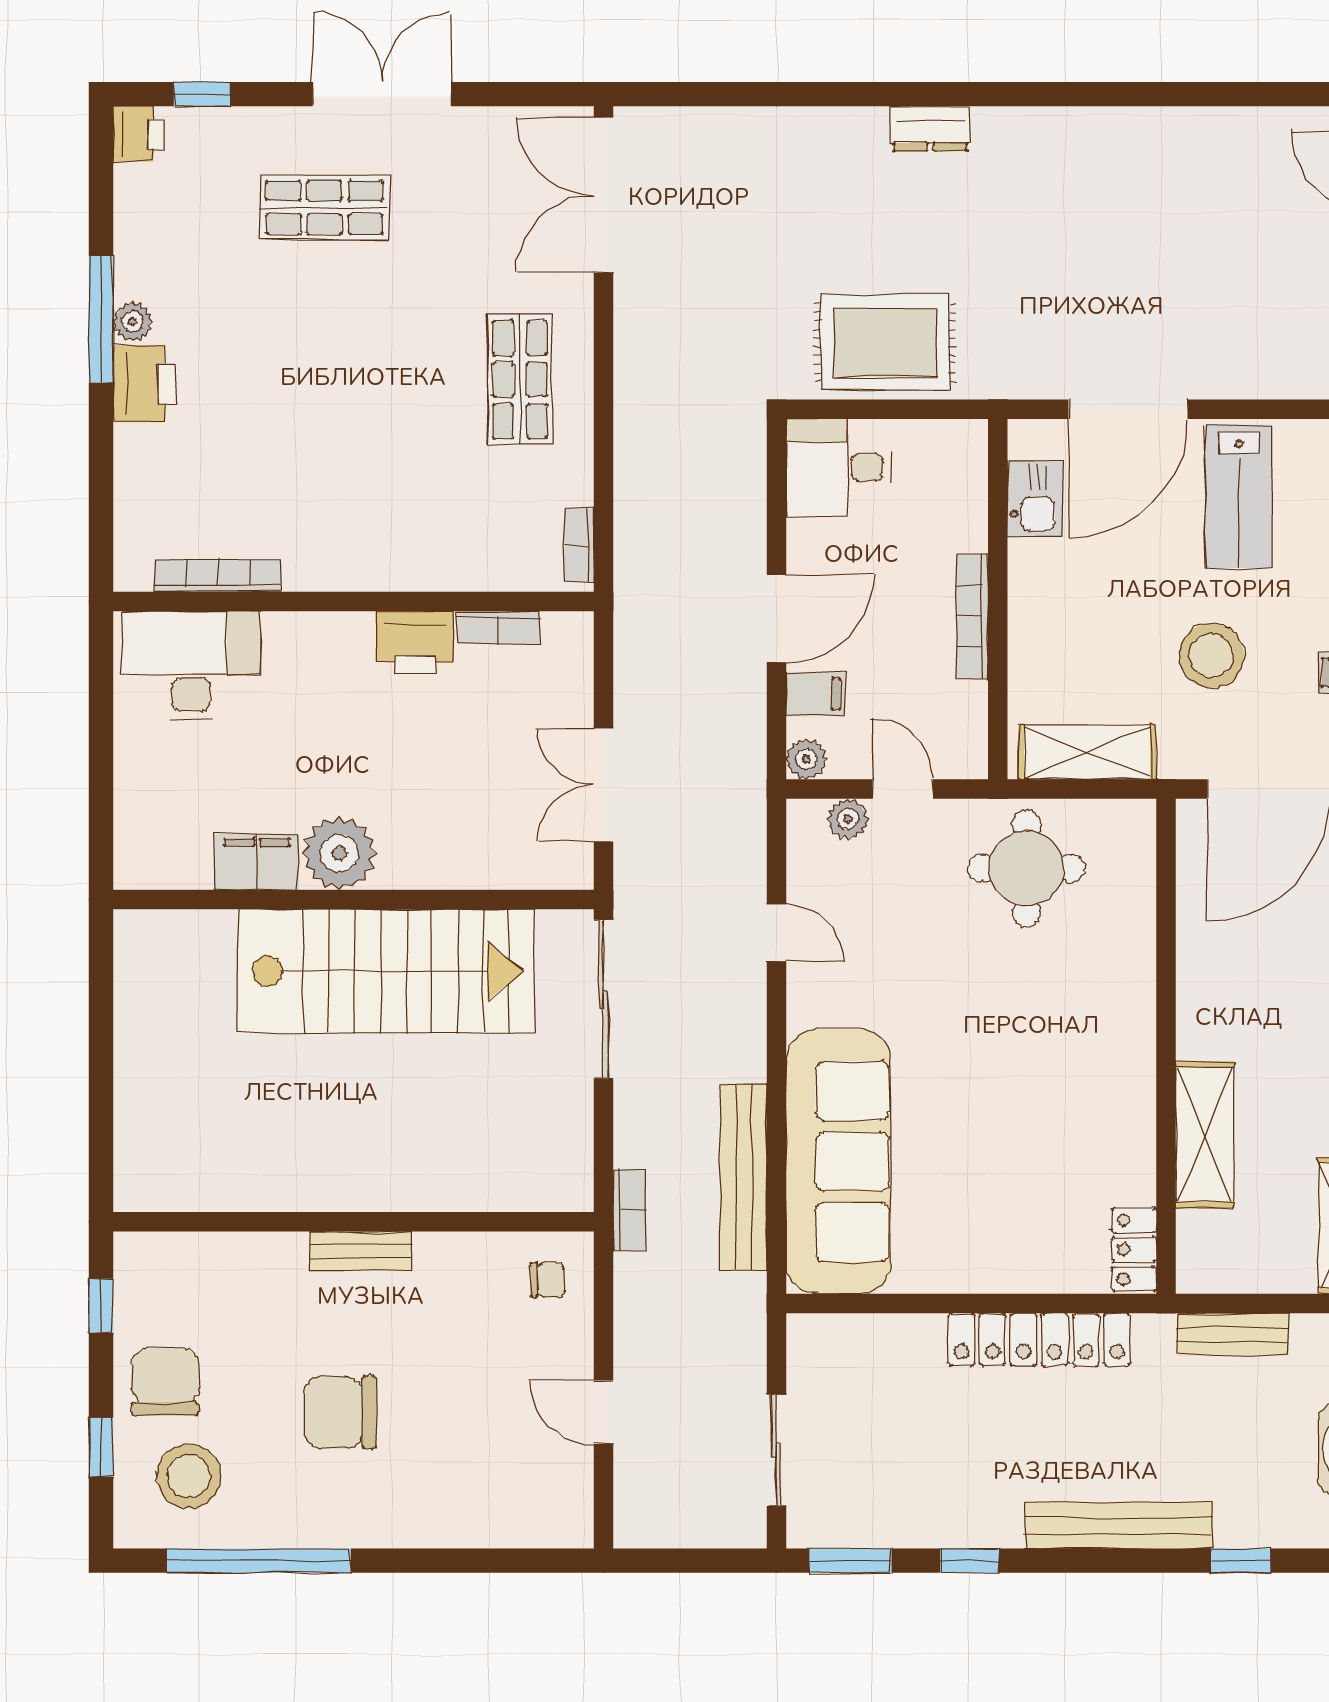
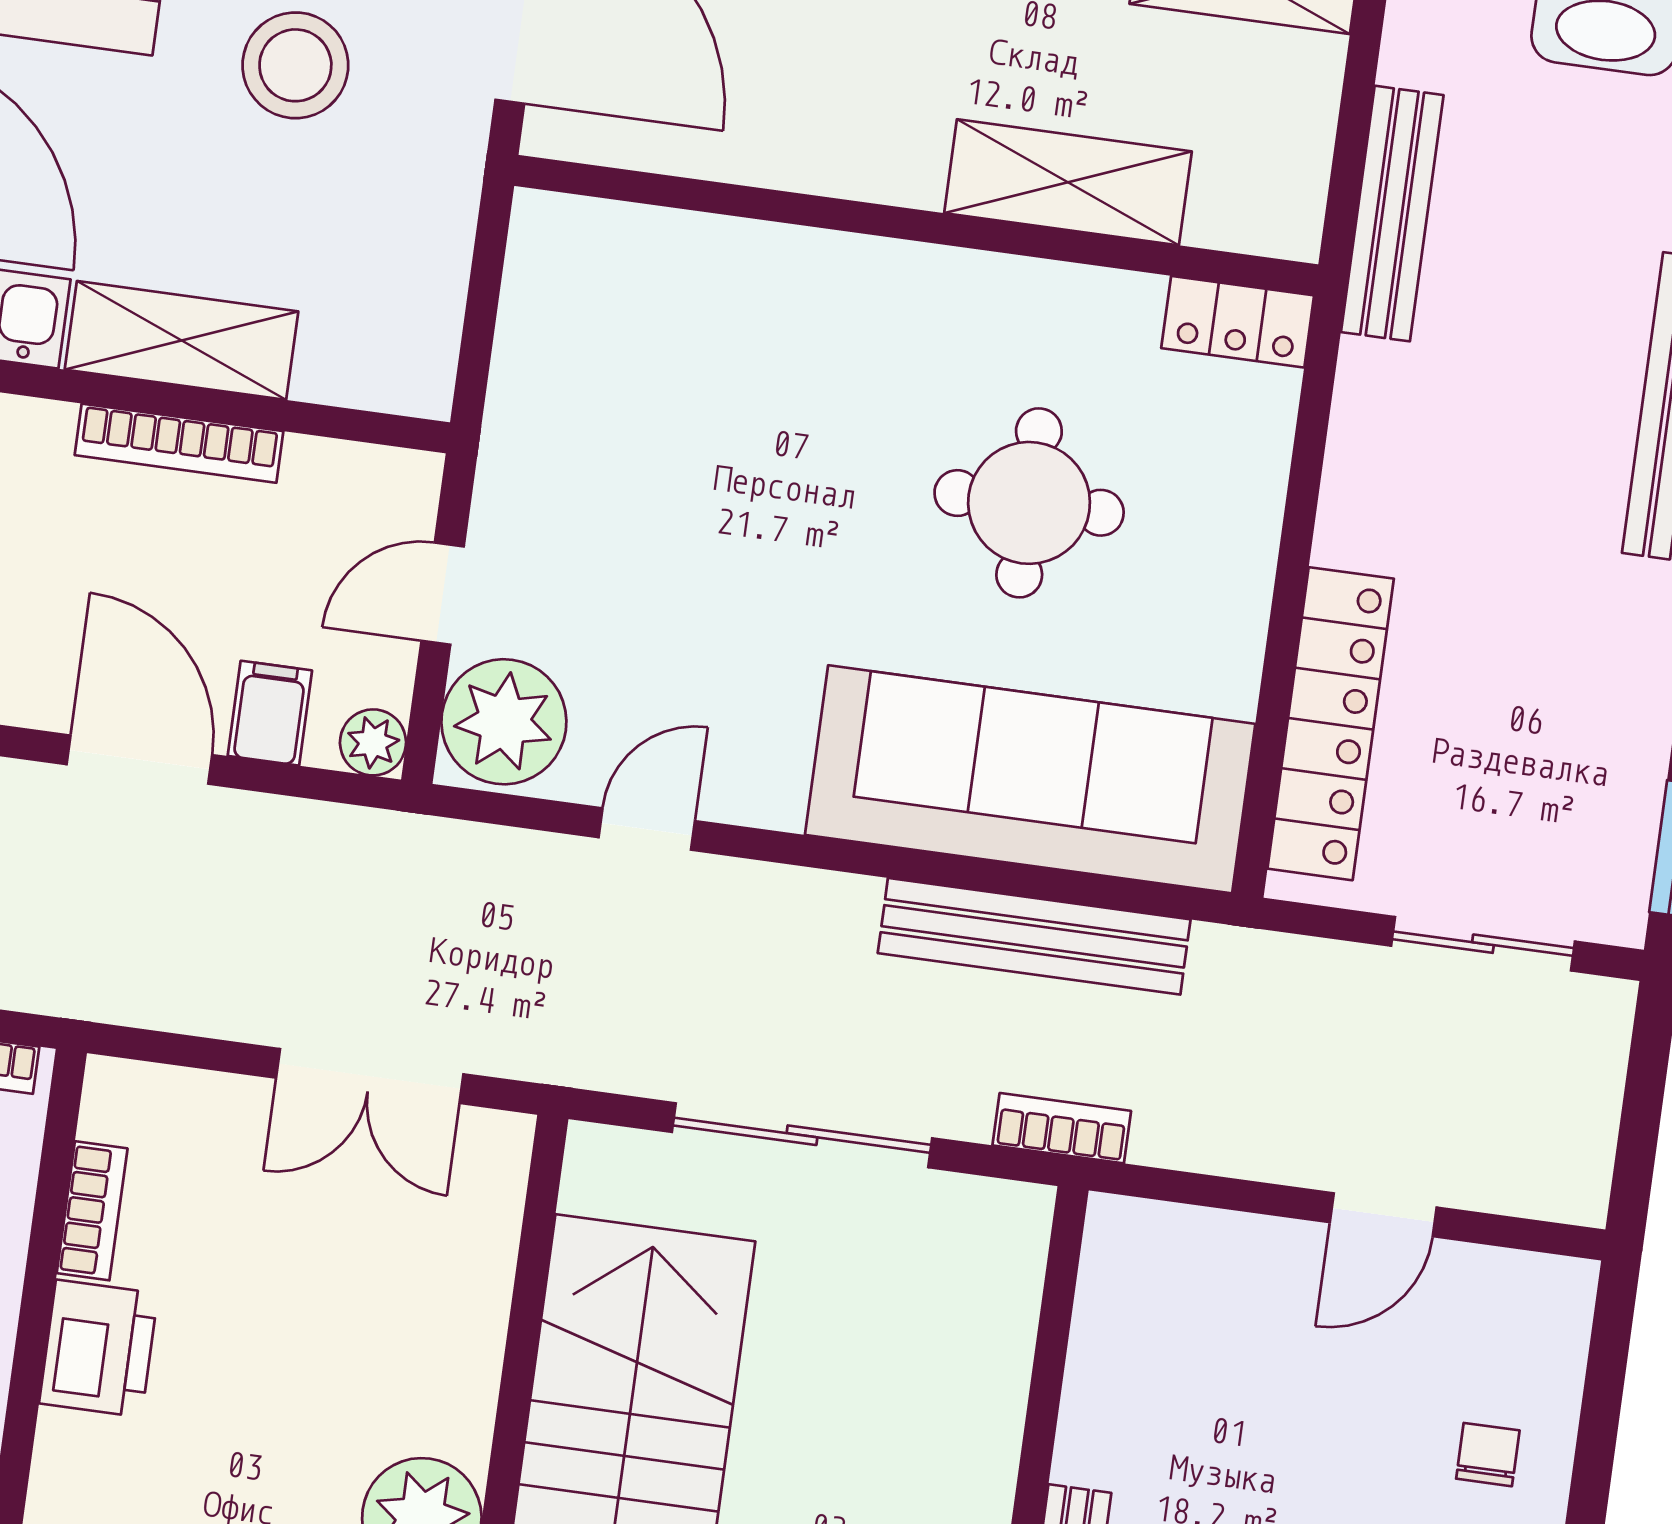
shelving: (1087, 752) -> (181, 340), moved, turned 90
plant: (848, 819) -> (504, 722), width x1.88, depth x1.88
round table: (1026, 868) -> (1029, 503), moved
sliding door: (603, 999) -> (802, 1135), moved
chair: (547, 1280) -> (1488, 1455), moved
bench: (1233, 1334) -> (1392, 214), width x1.36
locker: (1039, 1340) -> (1331, 724), moved

